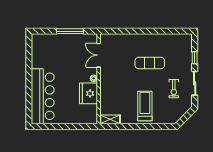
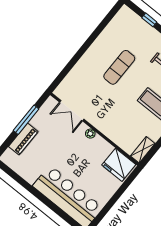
piano: (56, 39) -> (23, 139), added
fridge: (89, 93) -> (119, 165), moved

